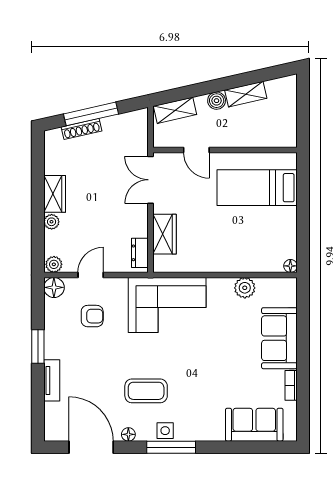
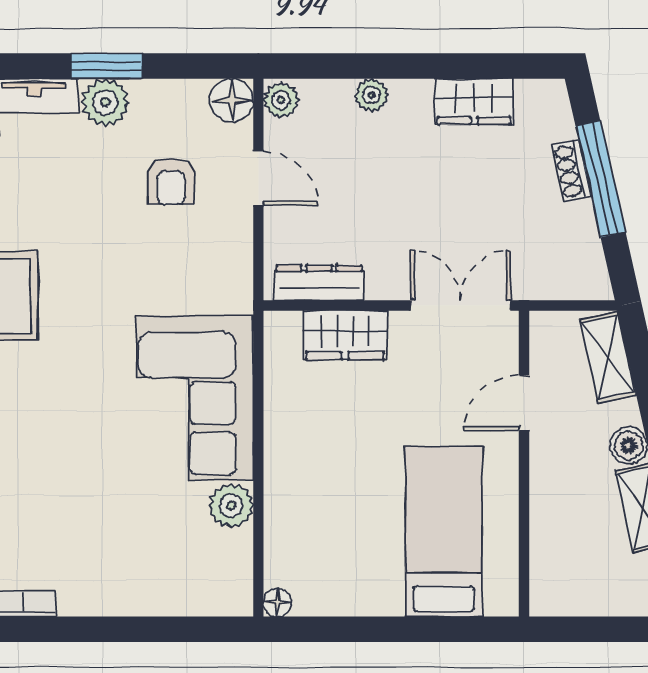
shoe rack: (81, 129) -> (571, 171), width x0.70
wardrobe: (55, 194) -> (474, 101), moved
dresser: (140, 253) -> (319, 283), width x1.44
corner sofa: (167, 305) -> (195, 398), moved
sofa: (279, 338) -> (124, 579), removed
plant: (55, 347) -> (105, 102), added

